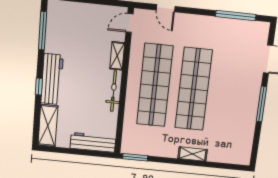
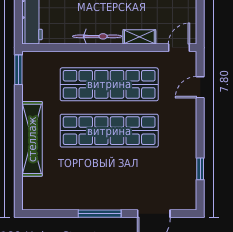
window: (236, 16) -> (200, 169), width x0.46
door: (130, 23) -> (179, 48), hinge flipped
shelving: (193, 154) -> (32, 139), width x2.20, depth x1.33

